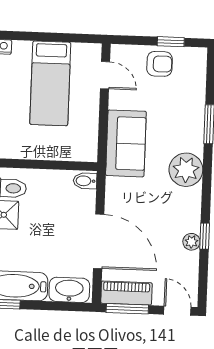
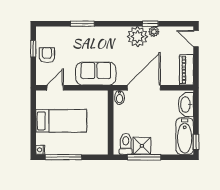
plant: (186, 170) -> (137, 37), moved
door: (99, 241) -> (144, 88), moved
window: (127, 309) -> (196, 69), removed
door: (177, 311) -> (196, 39), hinge flipped

